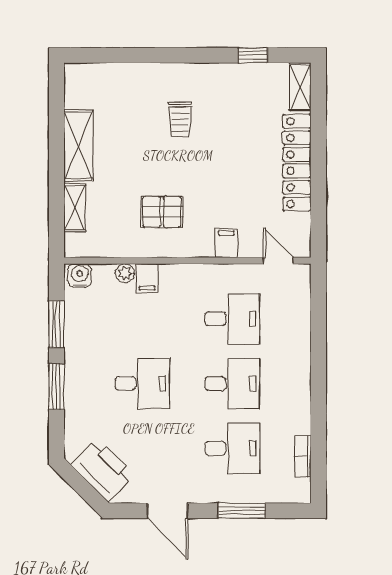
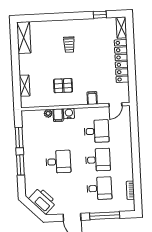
shelving: (78, 146) -> (24, 38), moved
door: (278, 261) -> (115, 105), swing flipped
water cooler: (80, 276) -> (69, 113), moved
window: (242, 511) -> (105, 216), width x1.44

